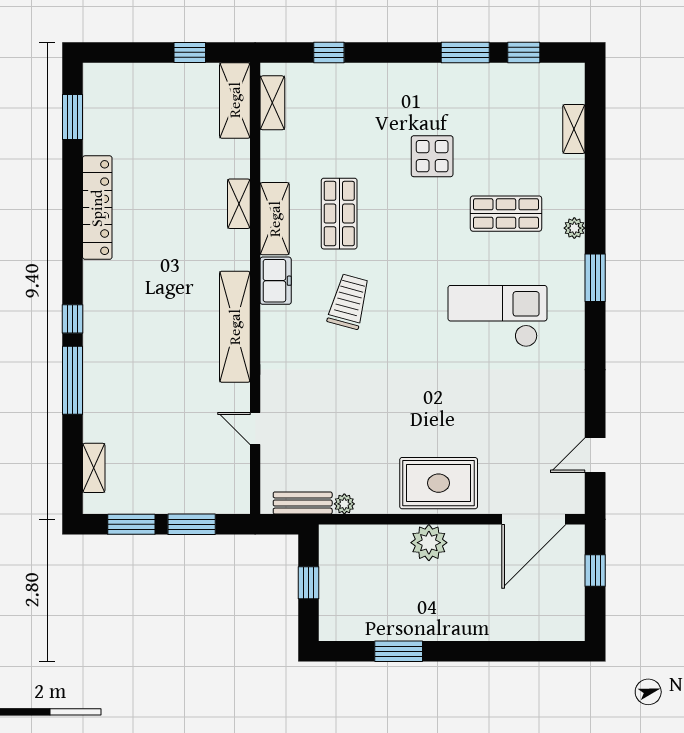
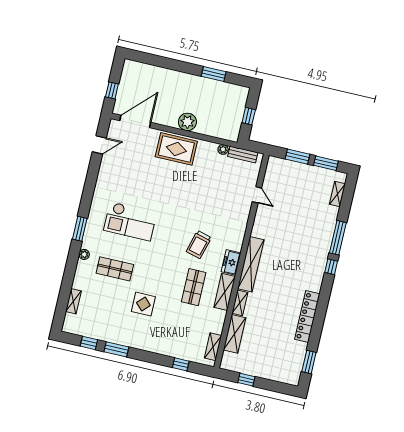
shelving: (235, 100) -> (235, 334), moved
shelving: (235, 327) -> (251, 264), moved

